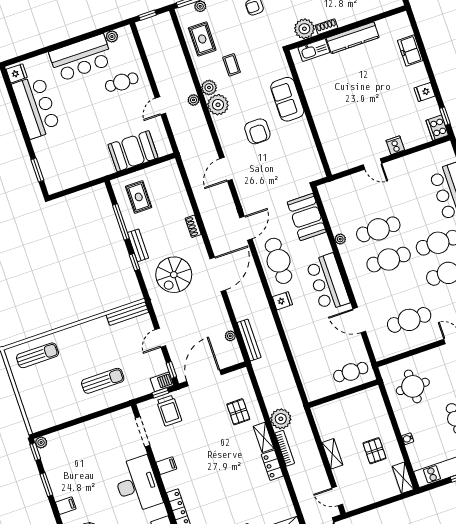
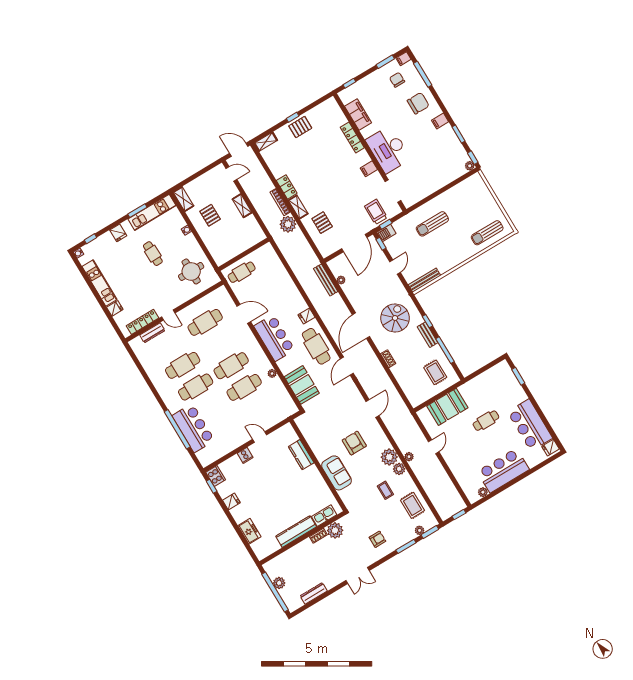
cafe table: (122, 82) -> (486, 421), moved
kitchen counter: (326, 131) -> (301, 455), added

